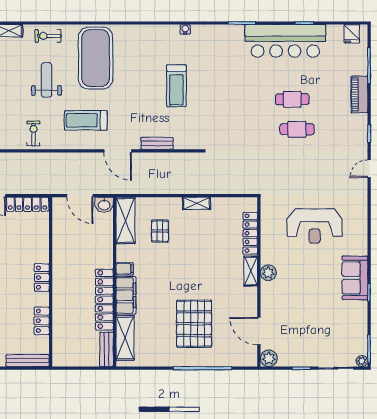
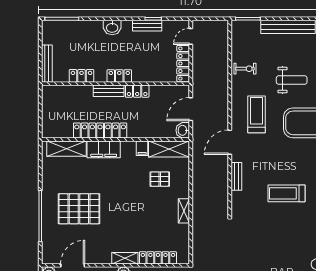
locker: (59, 257) -> (137, 91), added
filing cabinet: (125, 269) -> (142, 148), moved
bench: (106, 349) -> (109, 91), moved

